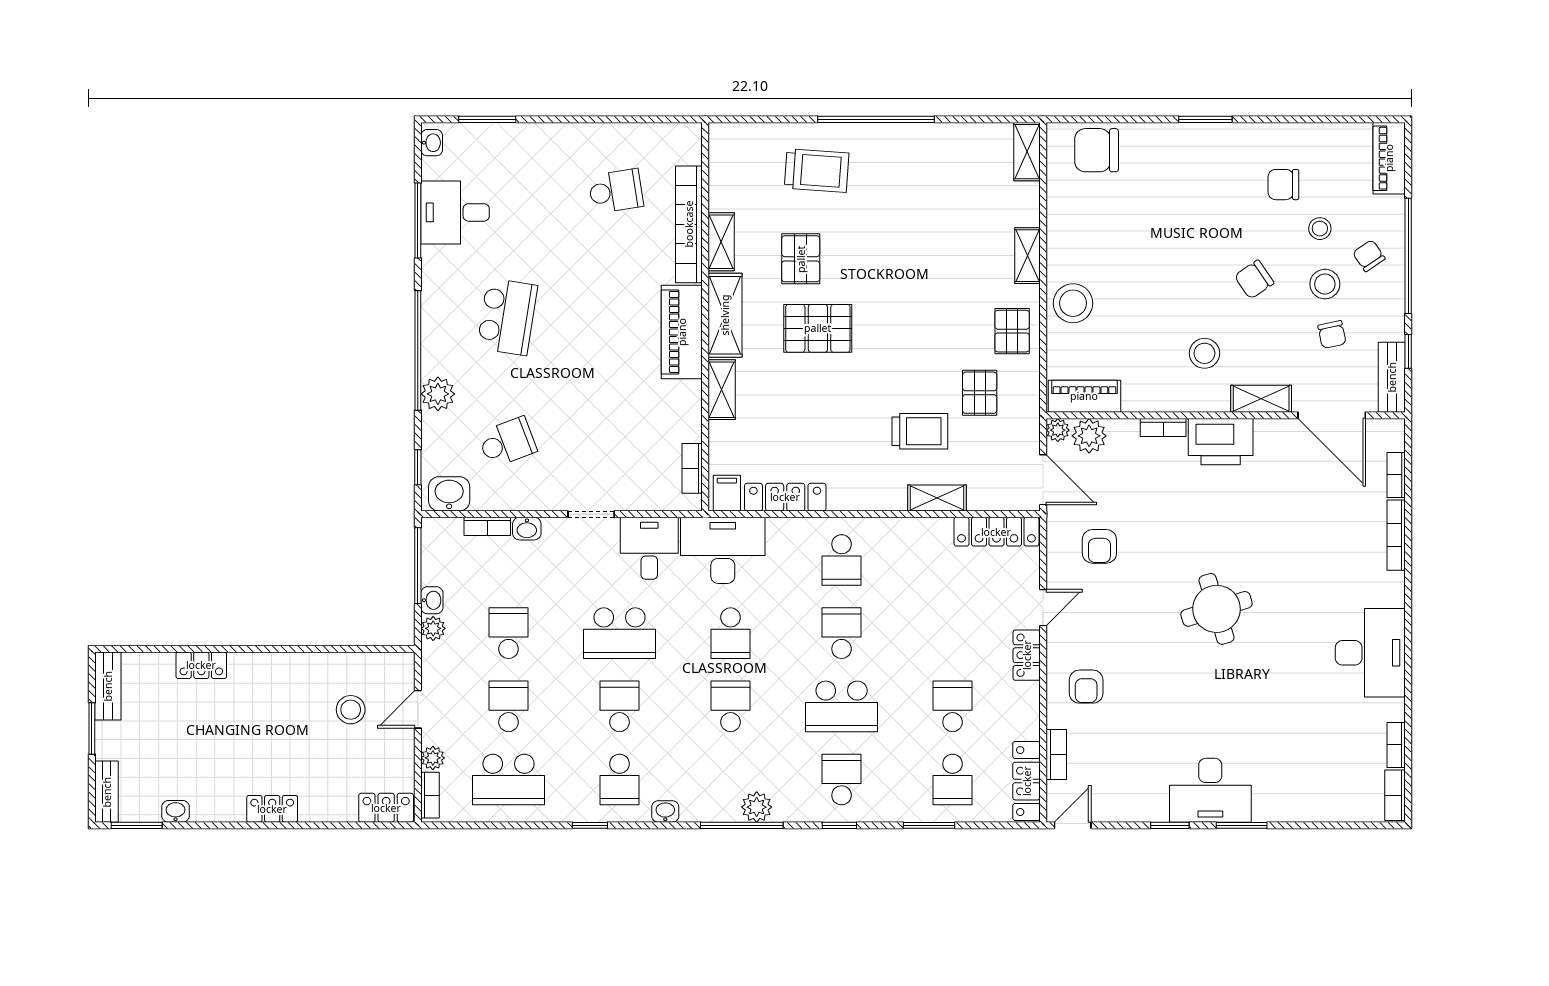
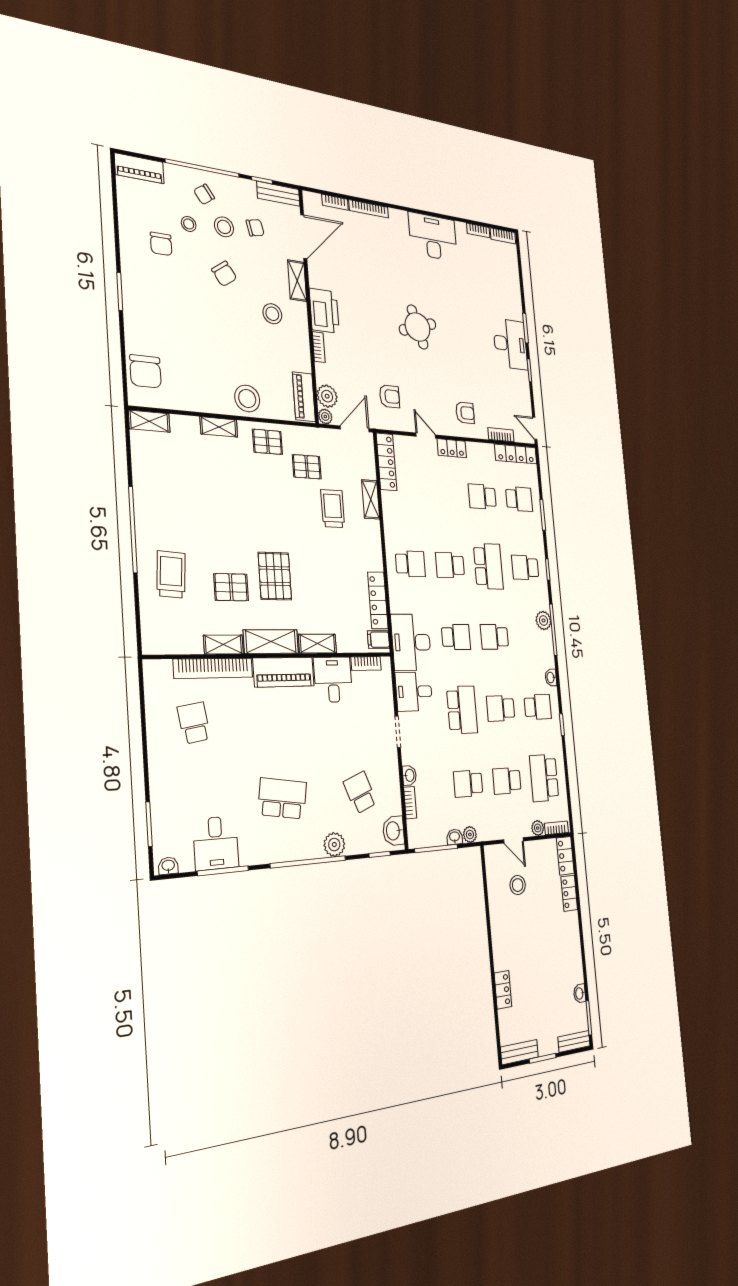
desk: (670, 411) -> (333, 680), added
school desk: (509, 780) -> (544, 778), turned 180
locker: (272, 809) -> (569, 893), moved

